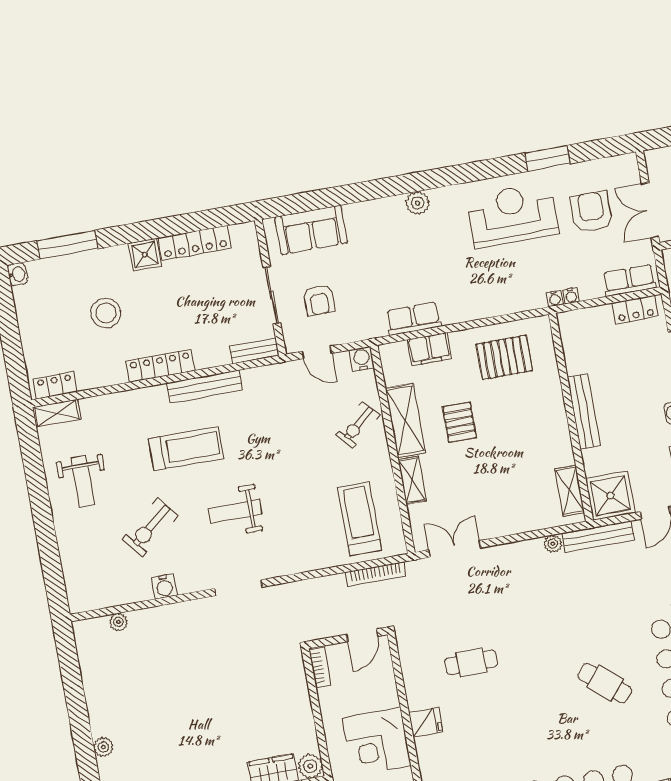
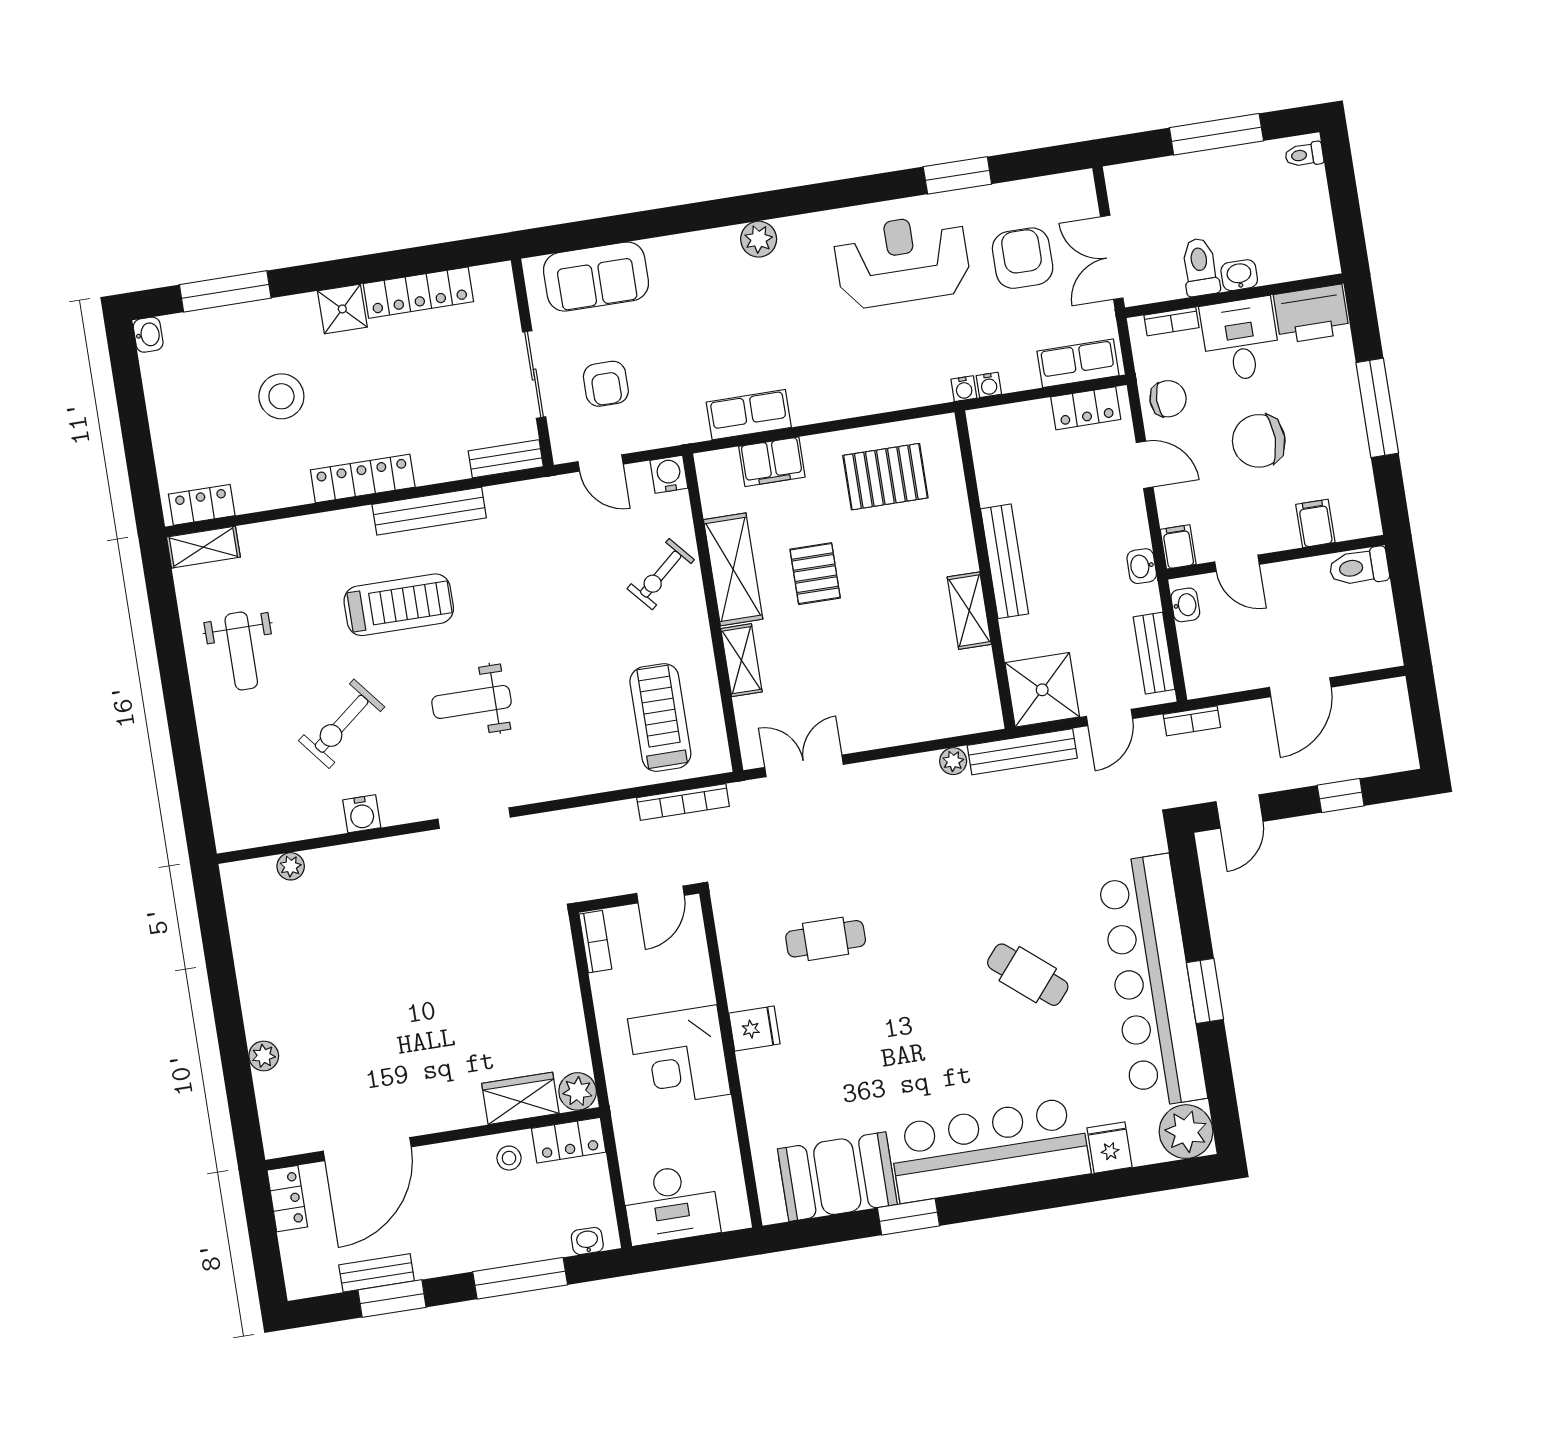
shelving: (570, 491) -> (969, 611), moved

